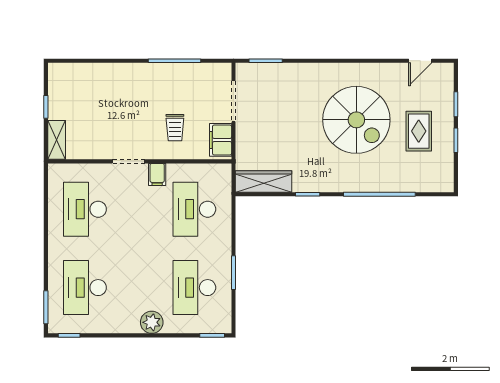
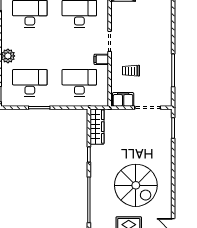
spiral stairs: (356, 120) -> (136, 185), turned -90

